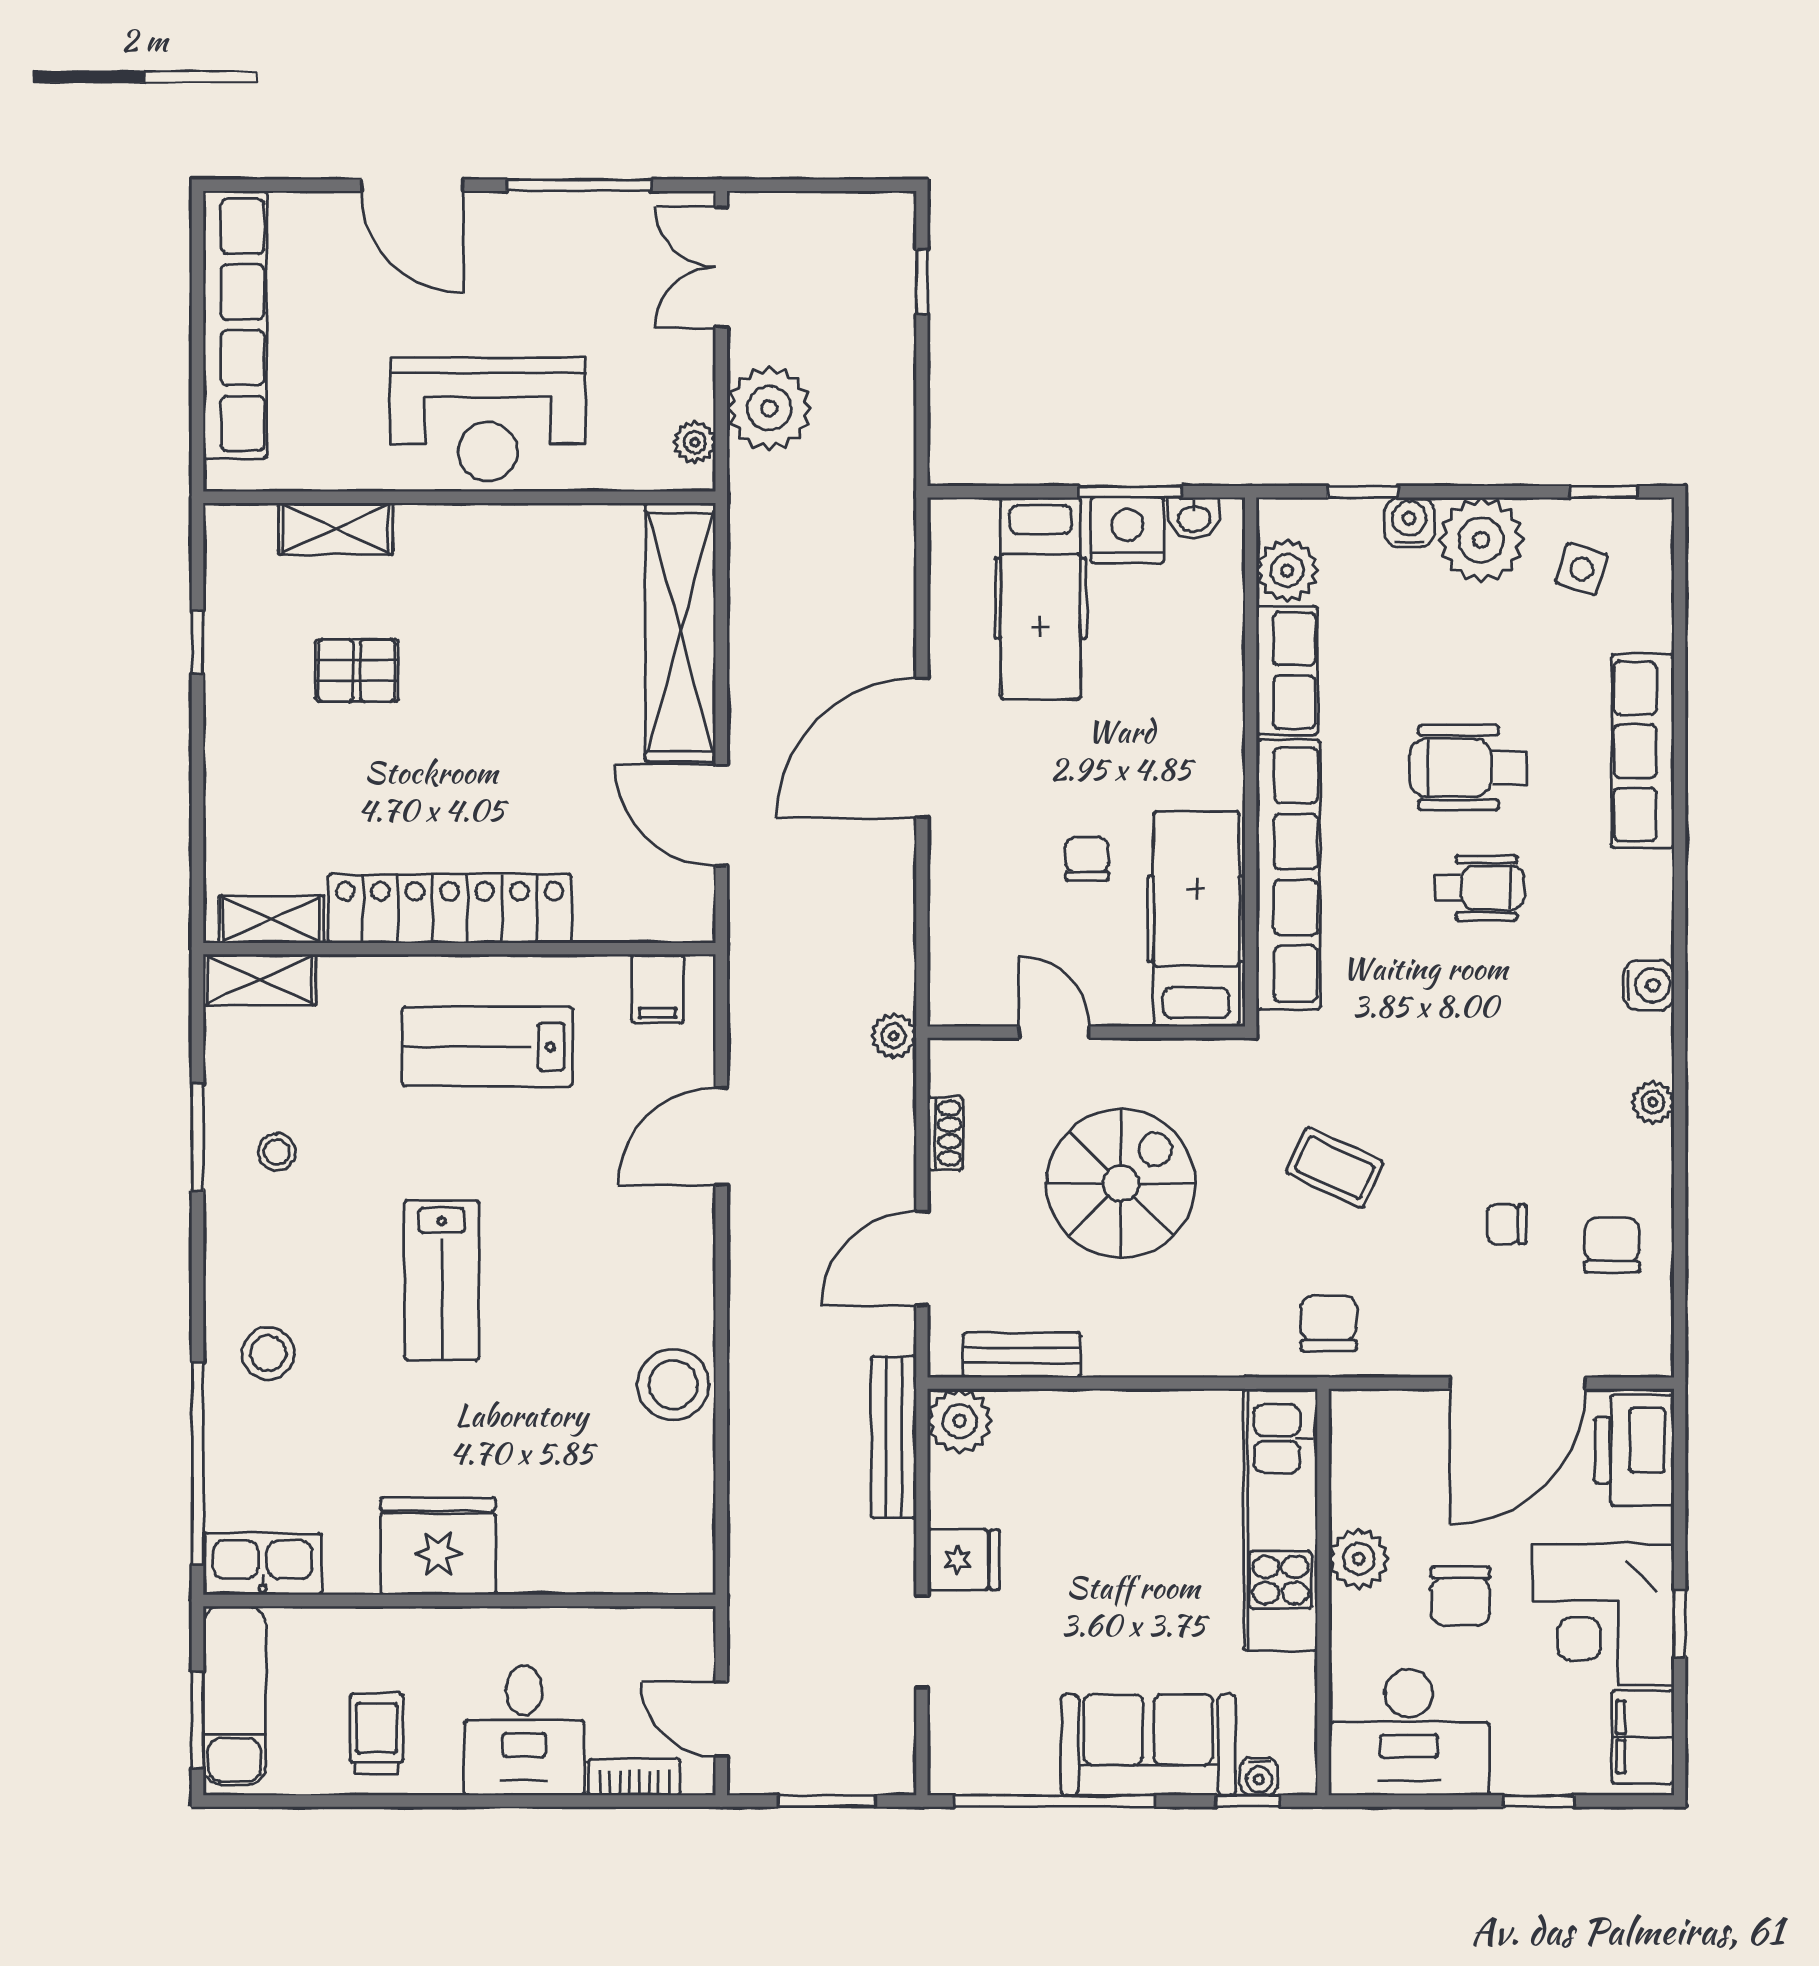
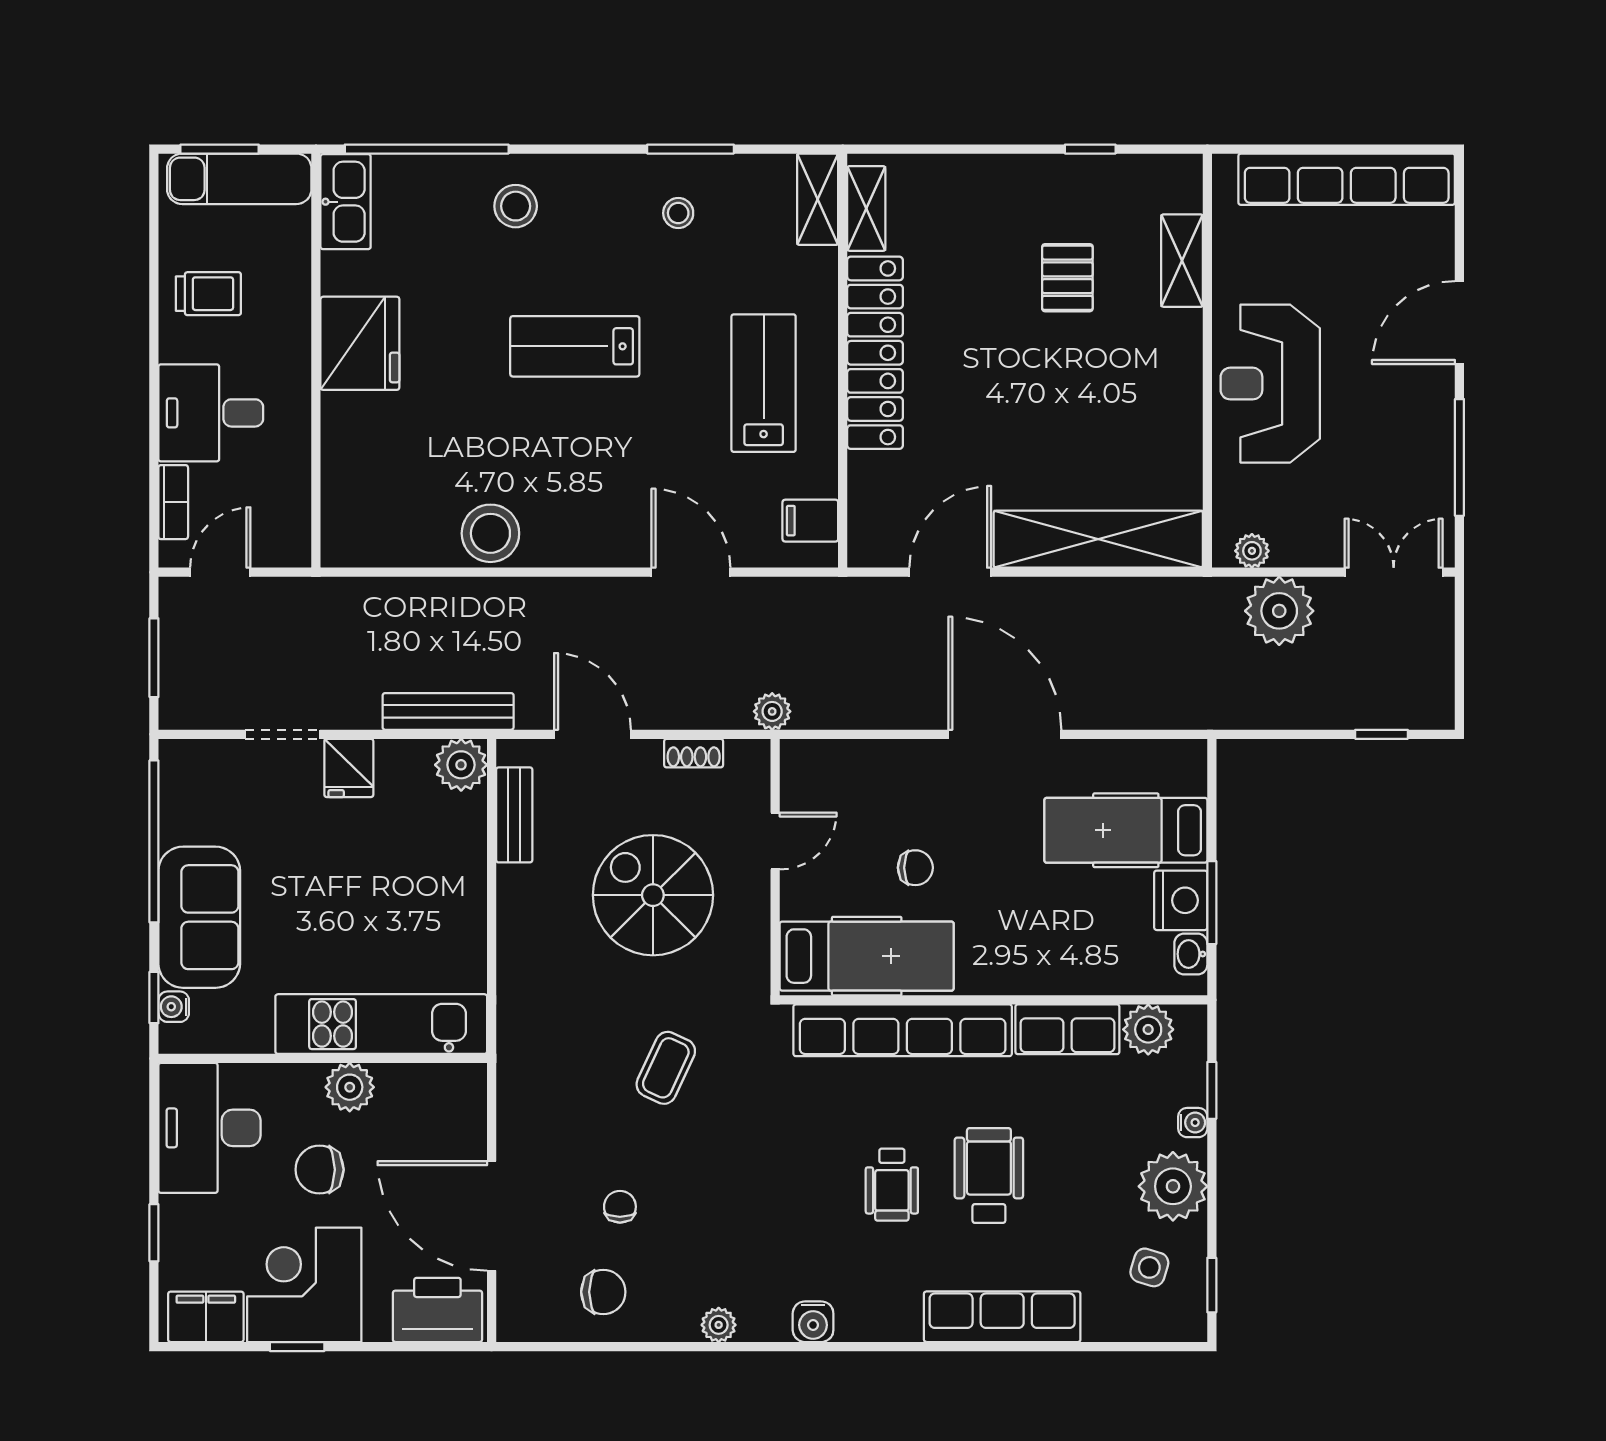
water cooler: (1409, 522) -> (1193, 1123), width x0.72, depth x0.72
spiral stairs: (1121, 1183) -> (653, 895), turned 180
chair: (1329, 1323) -> (540, 1063), removed

